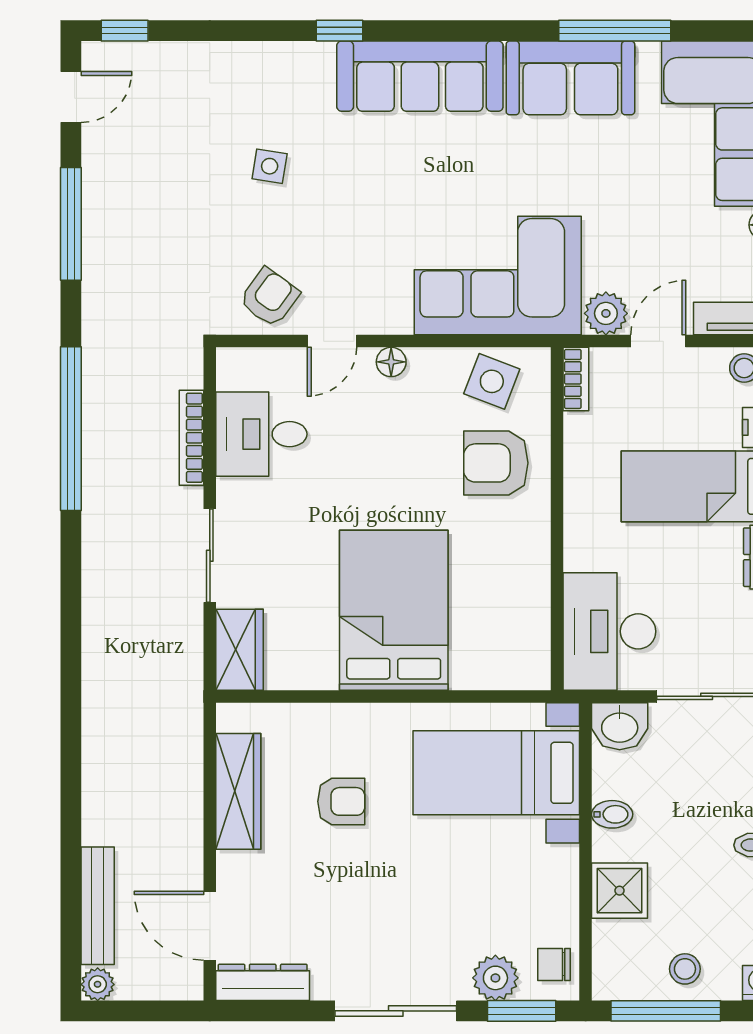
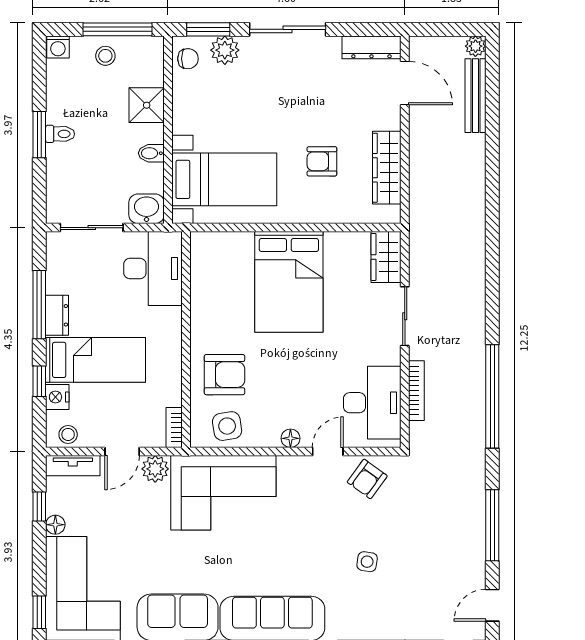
side table: (492, 381) -> (227, 426), turned -30
desk: (261, 434) -> (372, 403), width x1.37

